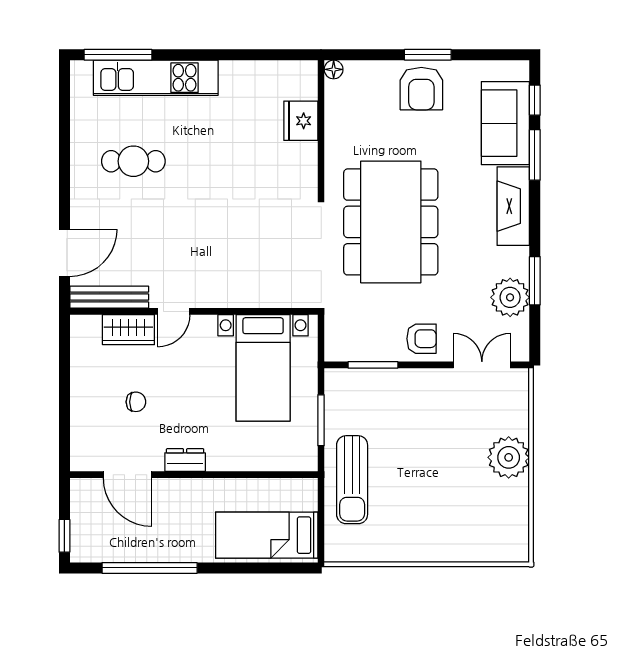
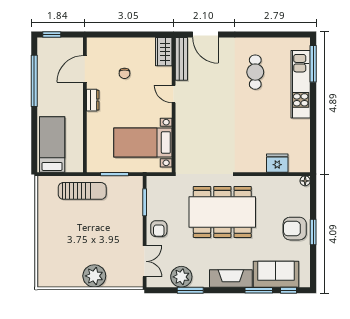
wardrobe: (128, 330) -> (164, 52), moved
sun lounger: (352, 480) -> (82, 191), turned 180

